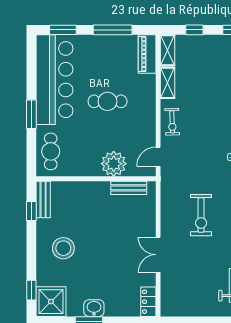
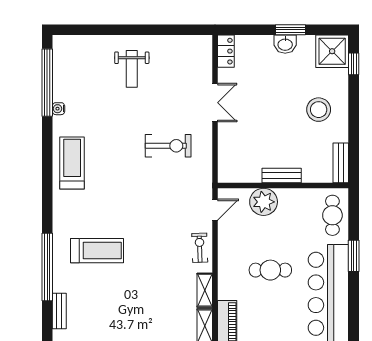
bench: (129, 188) -> (282, 175), moved
window: (31, 211) -> (354, 150), removed
exercise bike: (201, 215) -> (168, 146), turned 90

